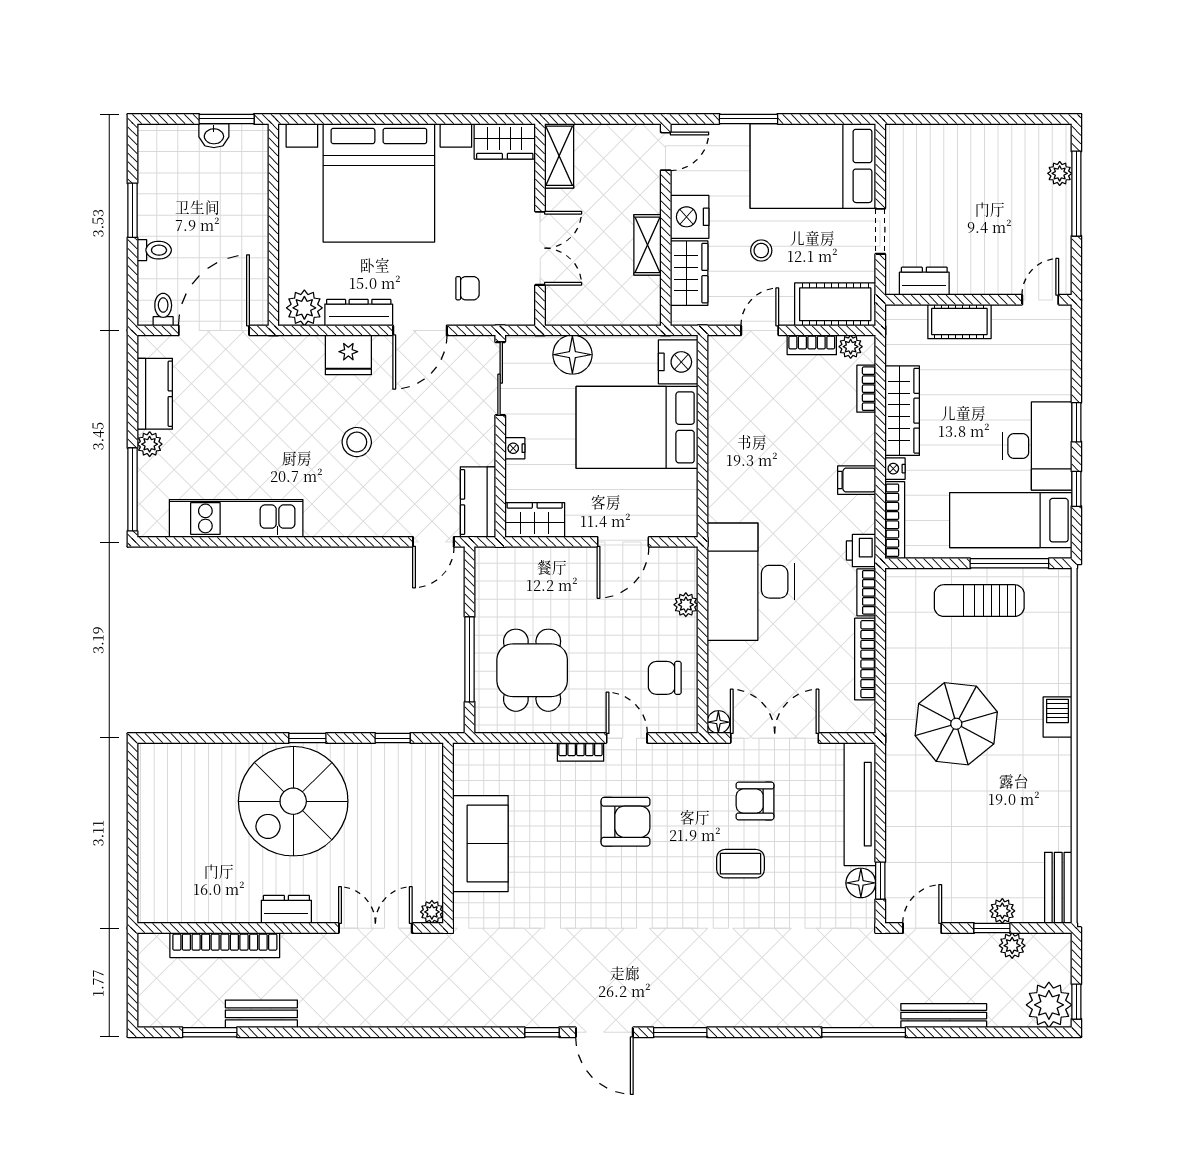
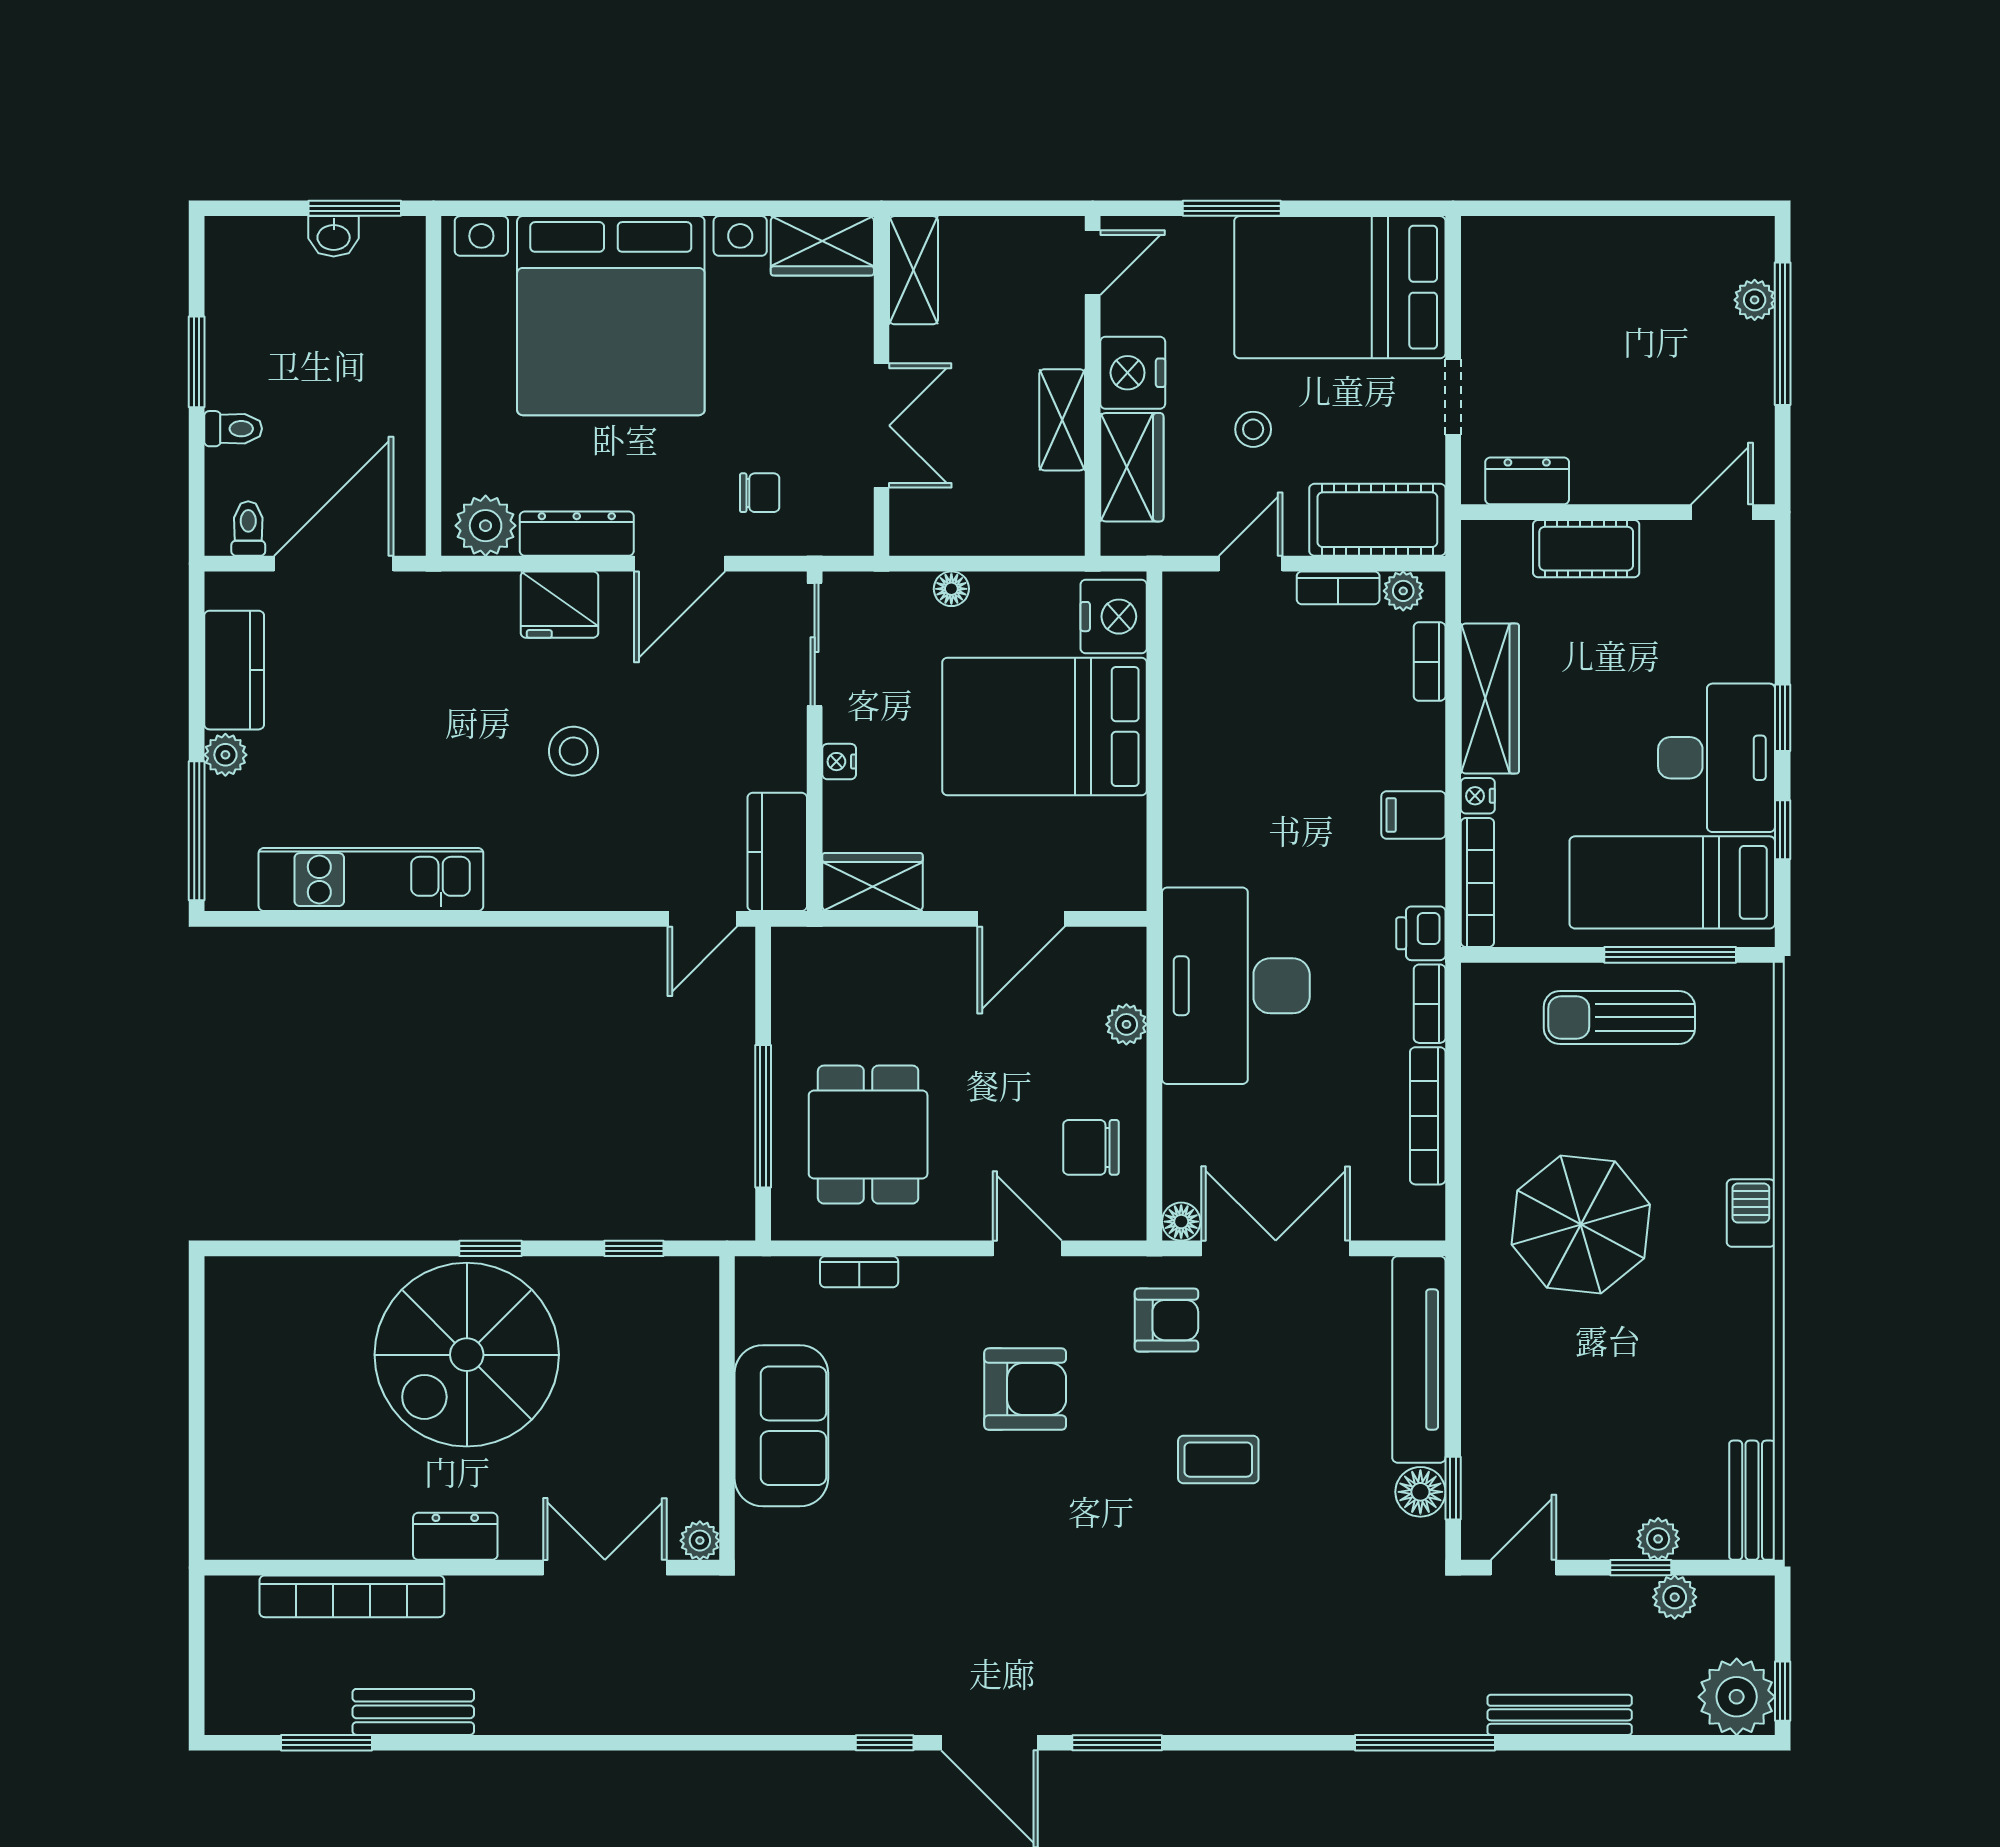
floor lamp: (572, 355) -> (951, 589), width x0.53, depth x0.53
bookcase: (580, 752) -> (859, 1272), moved
armchair: (755, 801) -> (1166, 1320), moved, turned 180

